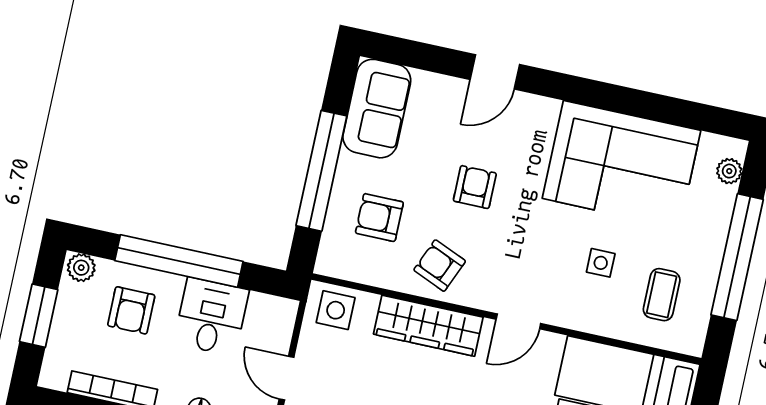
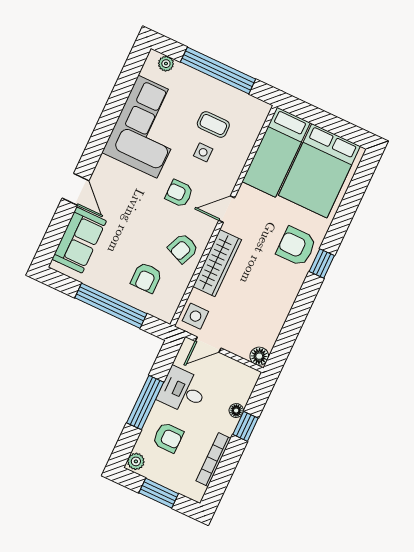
sofa: (377, 109) -> (79, 240), moved, turned 90
armchair: (475, 187) -> (179, 193), moved
window: (179, 261) -> (145, 403), width x0.68
coffee table: (662, 295) -> (213, 124), moved
door: (518, 321) -> (227, 209), swing flipped
door: (286, 378) -> (208, 345), moved

